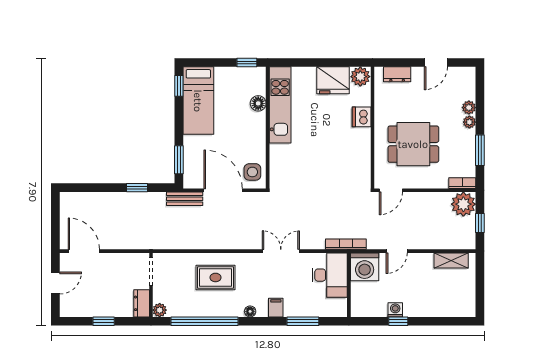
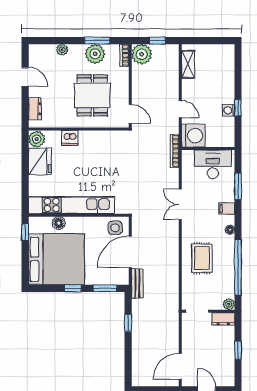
window: (179, 86) -> (73, 288), moved
bed: (198, 101) -> (56, 259), width x2.04
kitchen unit: (280, 105) -> (71, 205), width x1.36
plant: (469, 122) -> (95, 54), moved, width x1.88, depth x1.88
desk: (330, 275) -> (213, 164), moved

